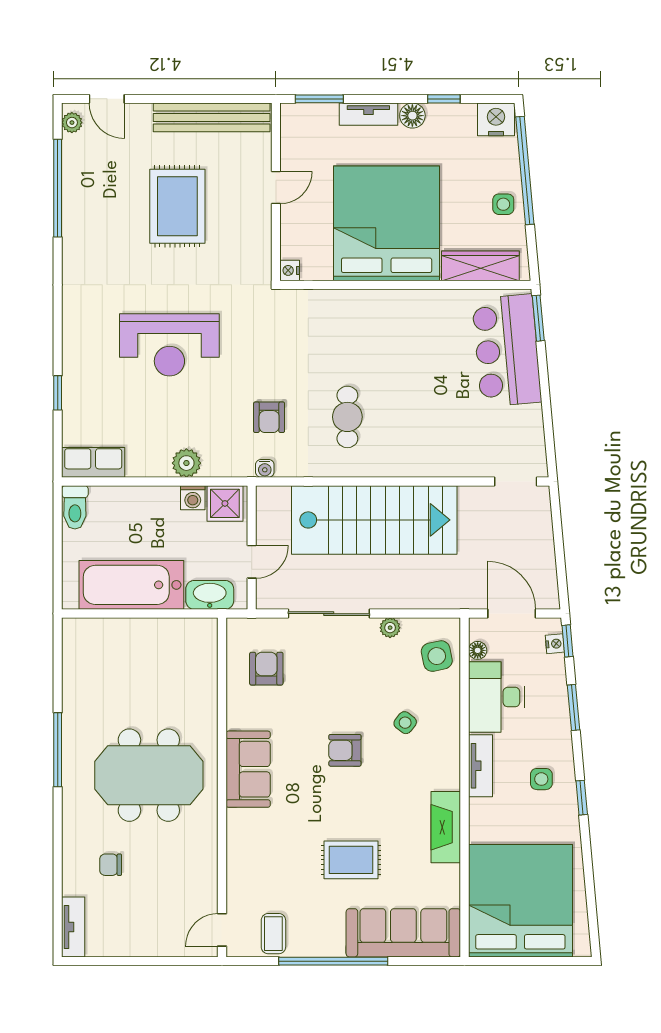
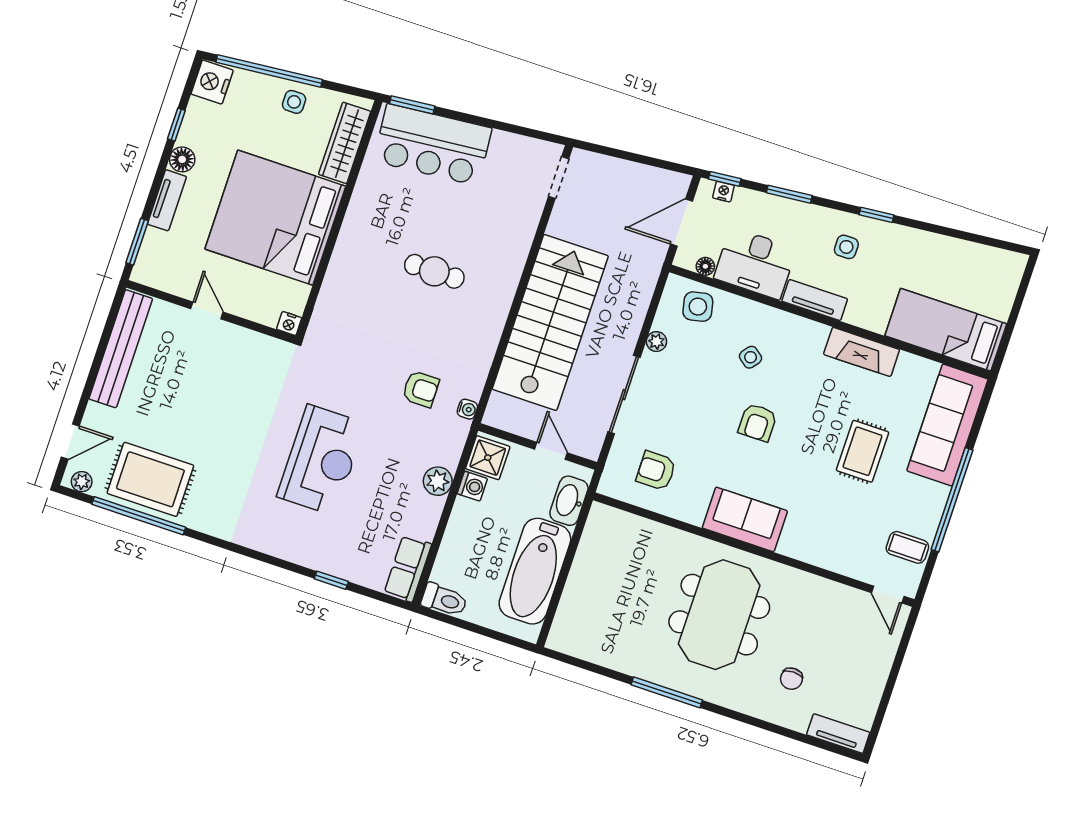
rug: (177, 206) -> (150, 479), moved
cafe table: (347, 417) -> (434, 271), moved
bed: (520, 901) -> (946, 330), width x0.49

